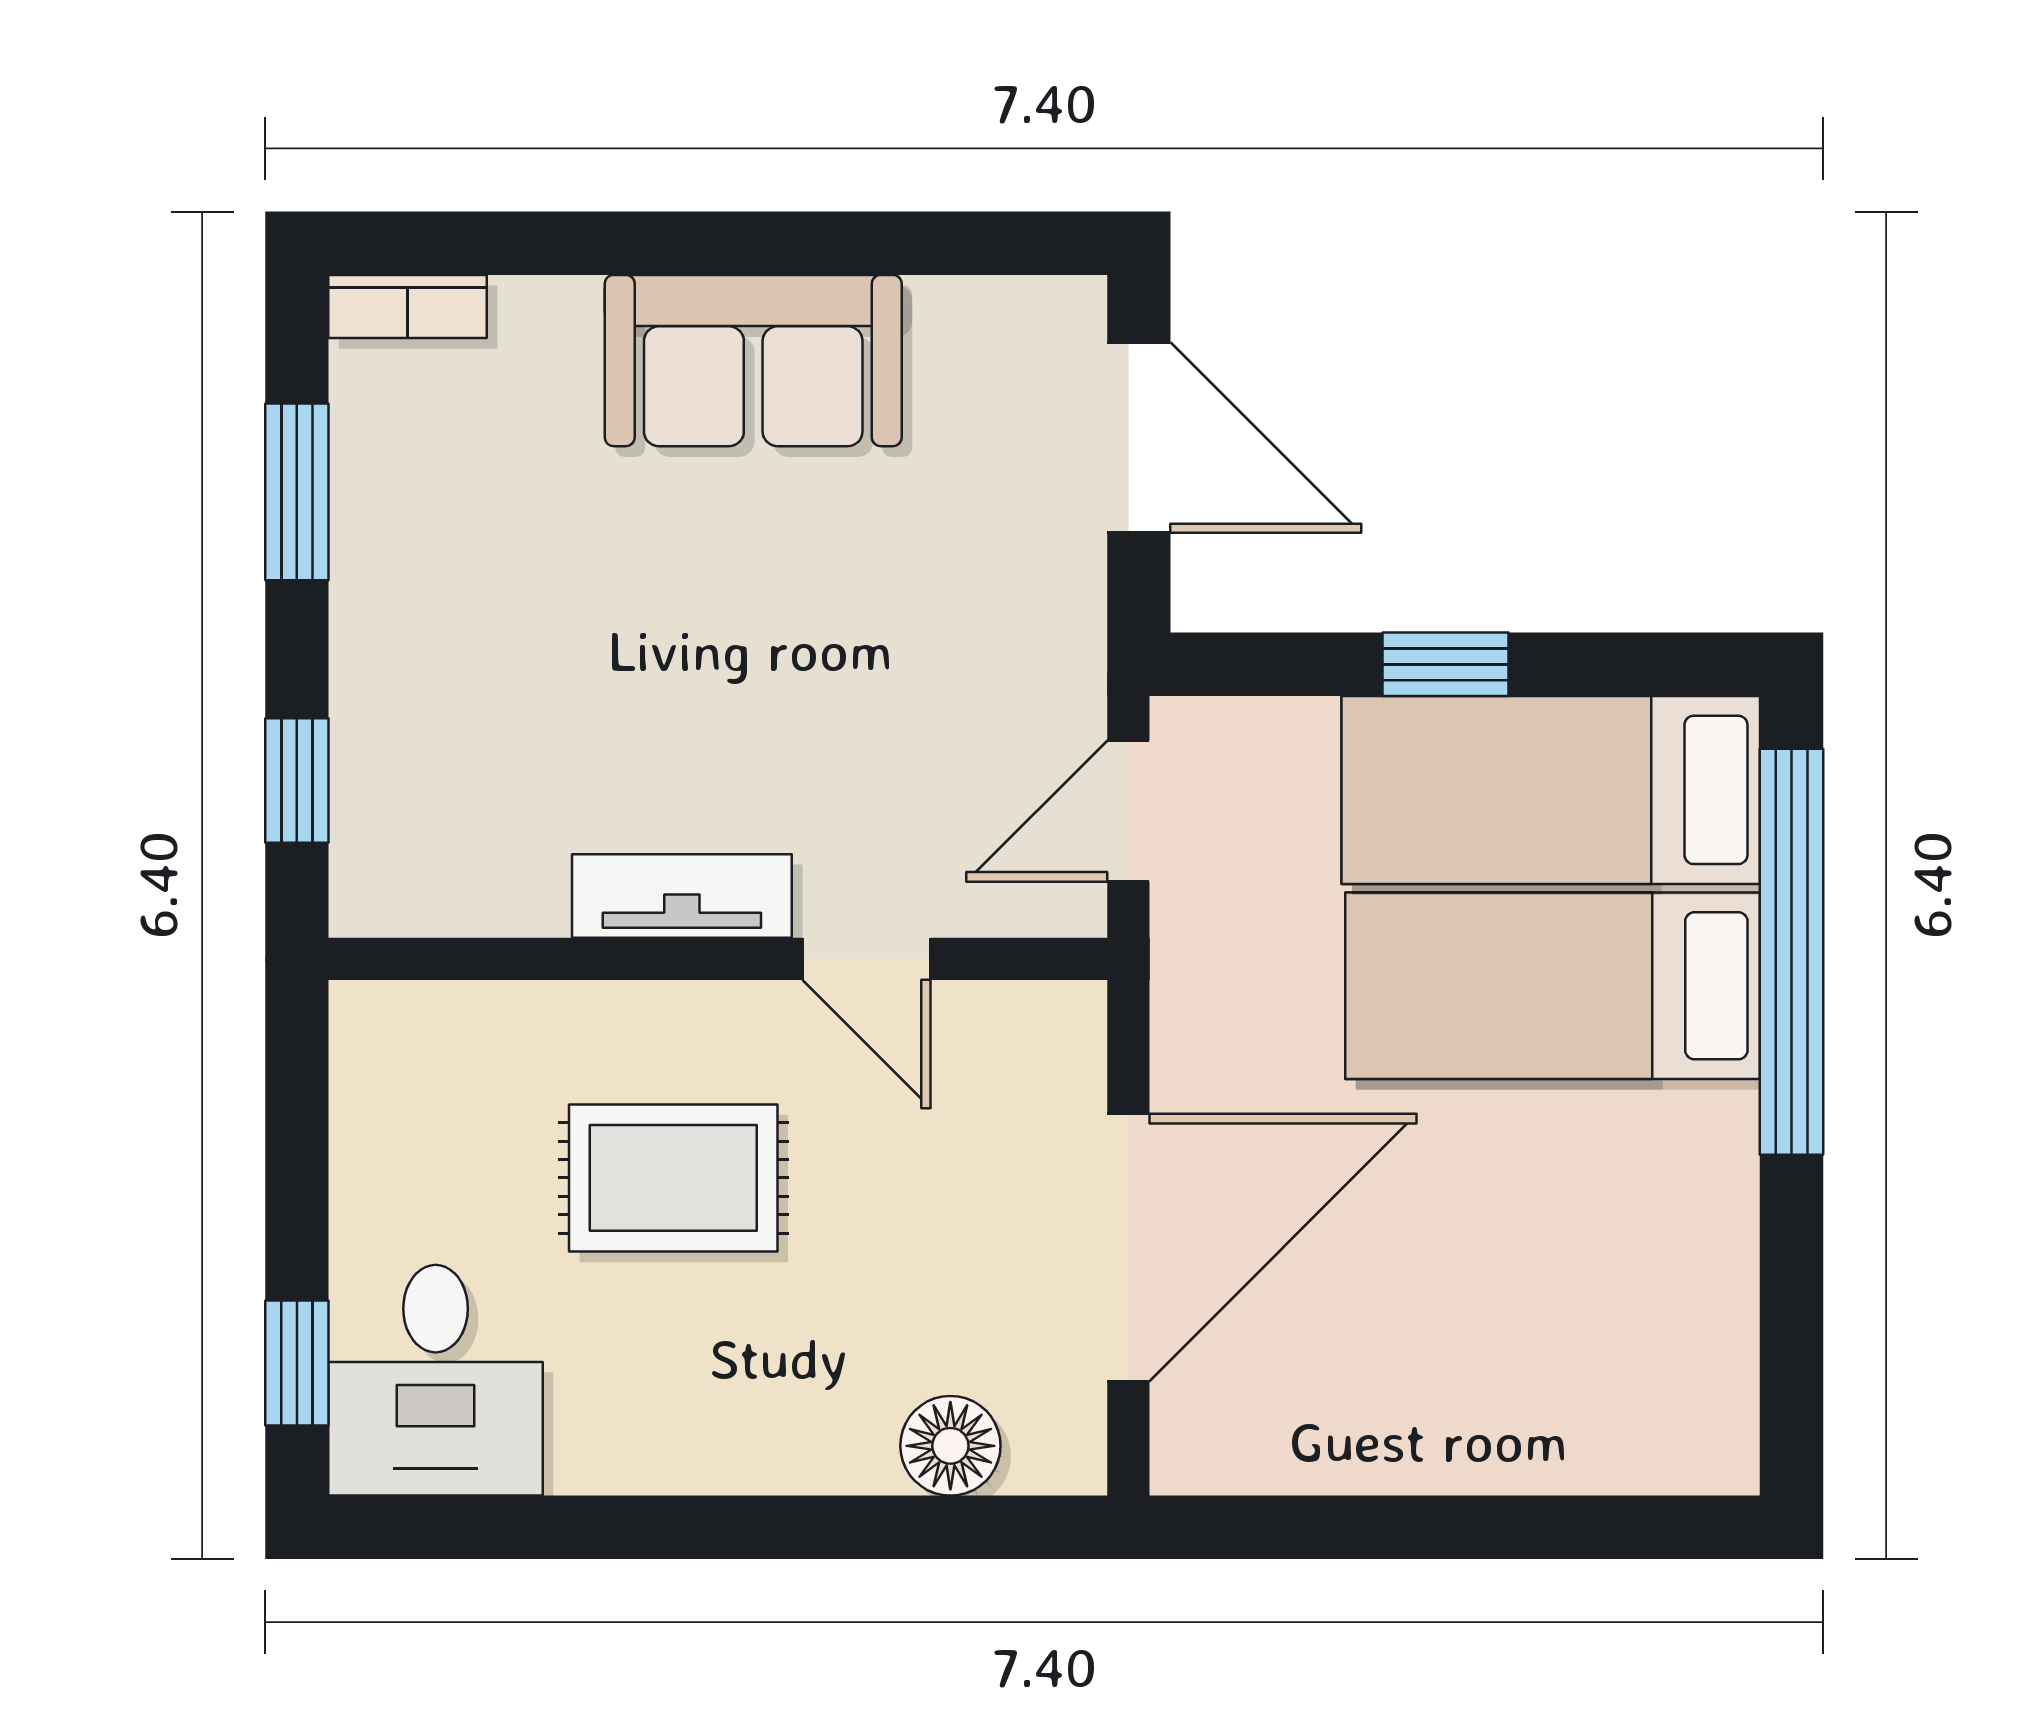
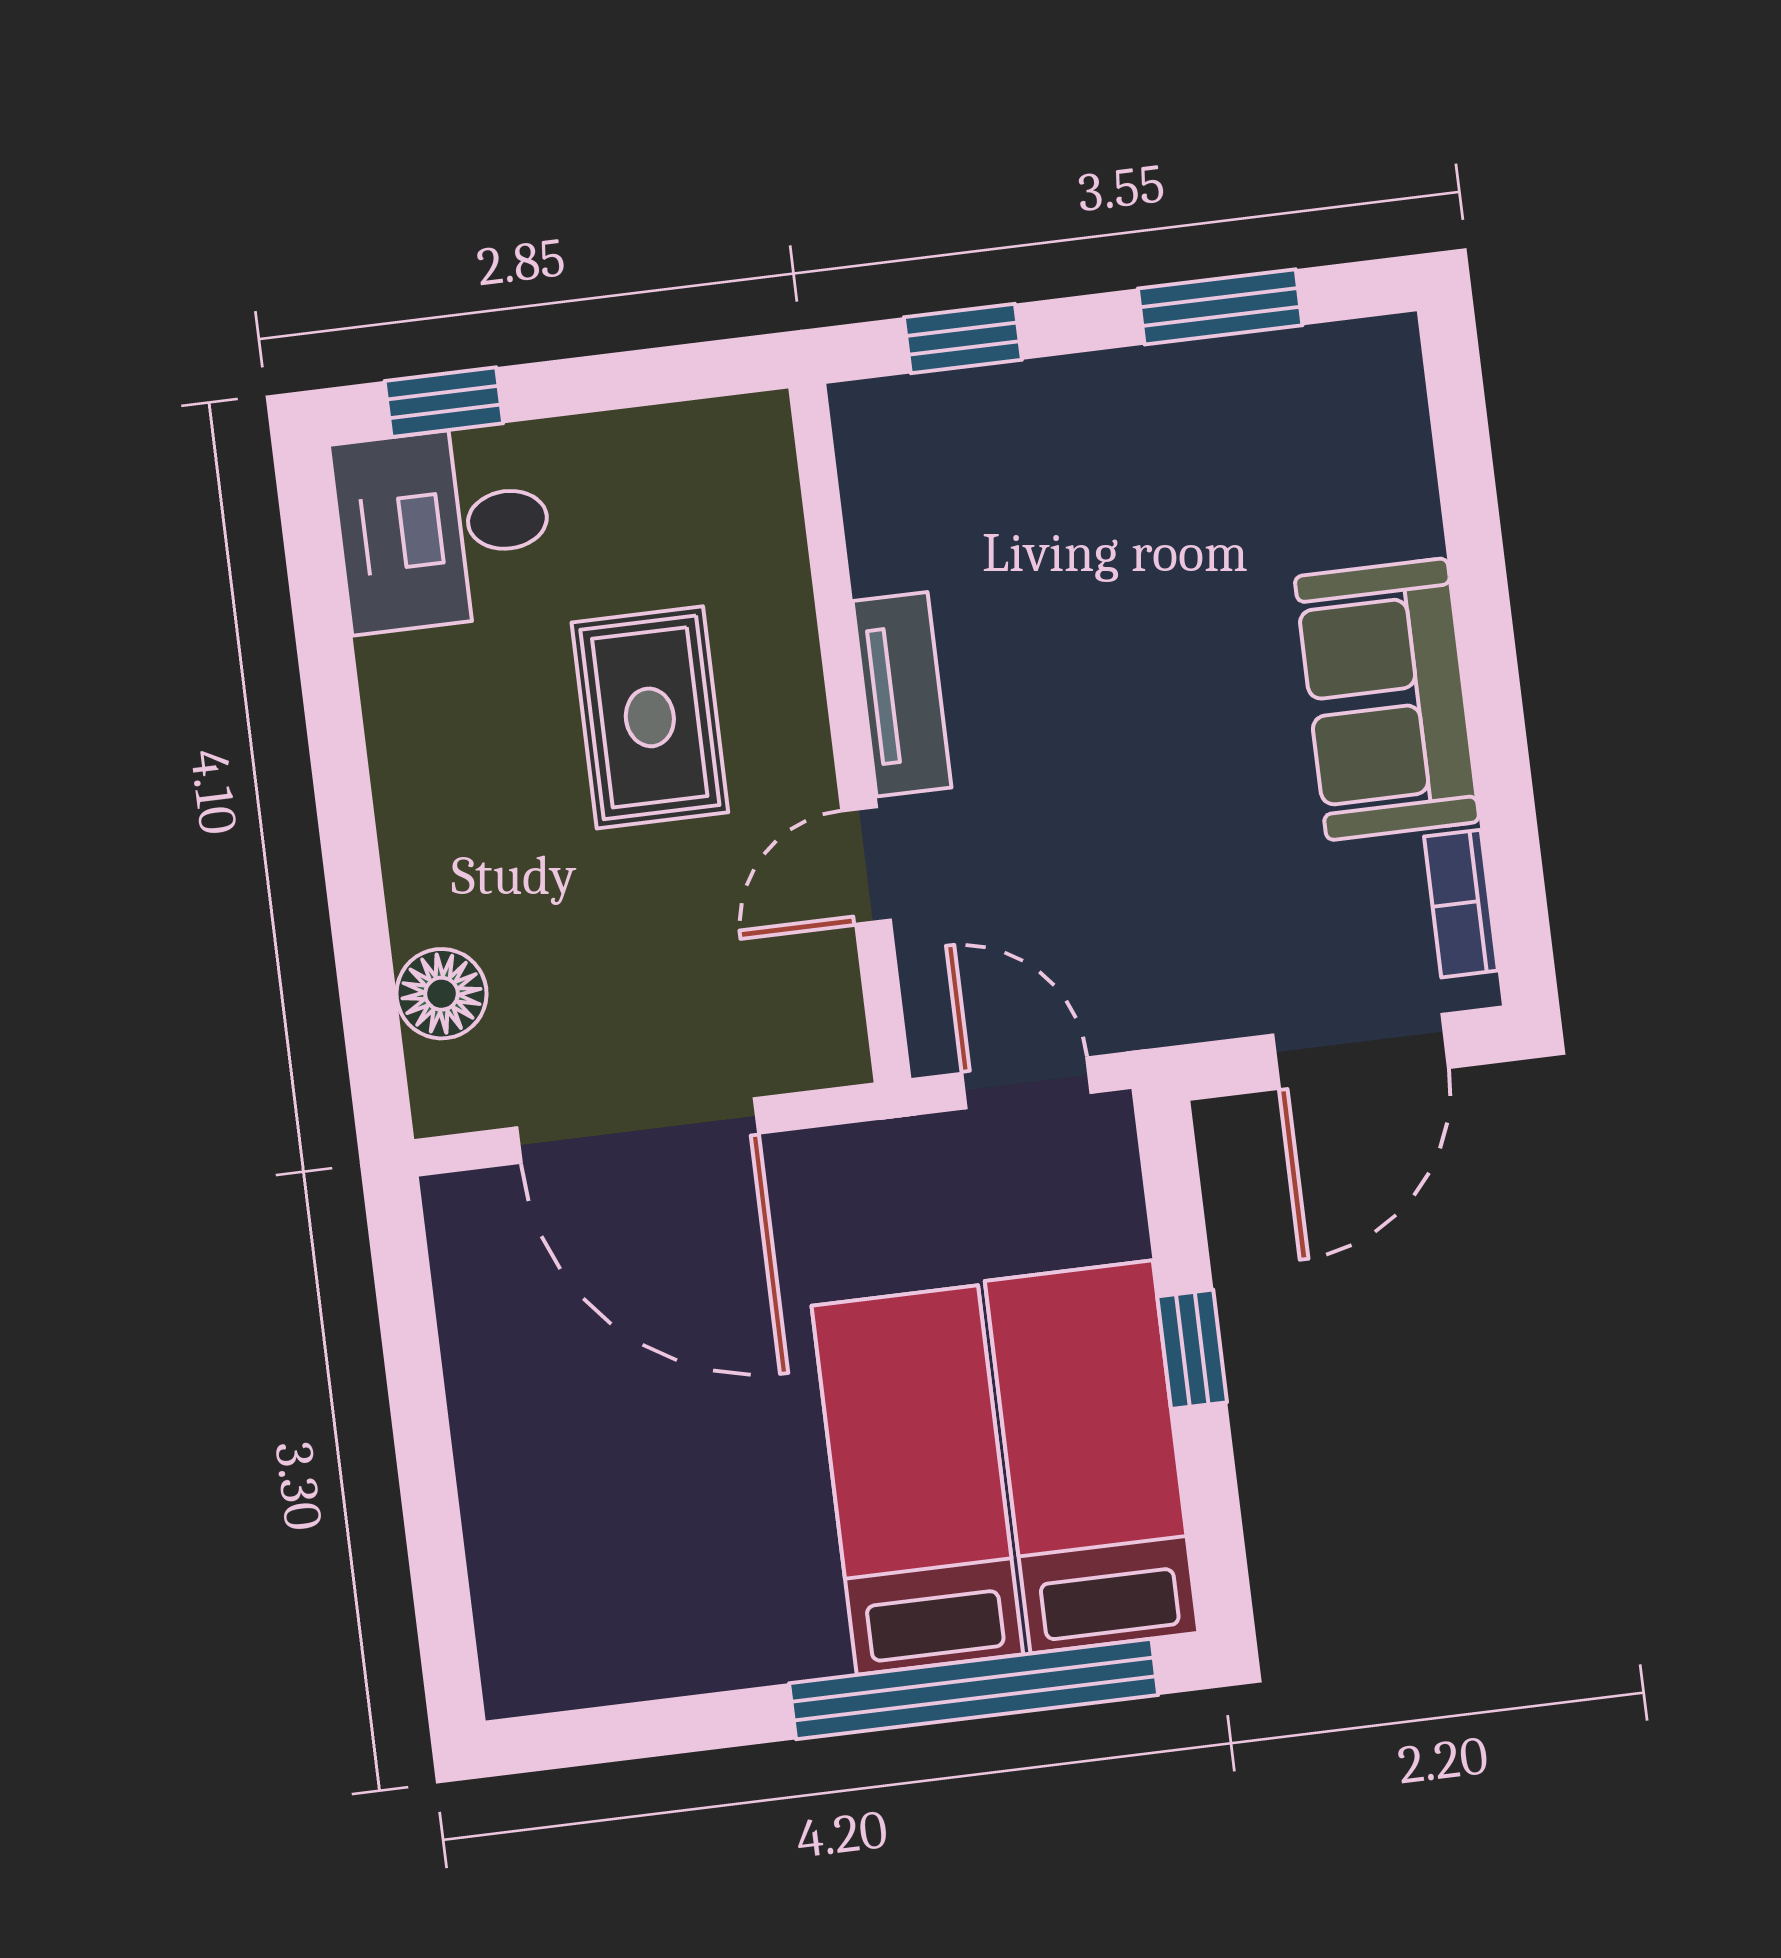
bookcase: (408, 306) -> (1461, 904), moved

